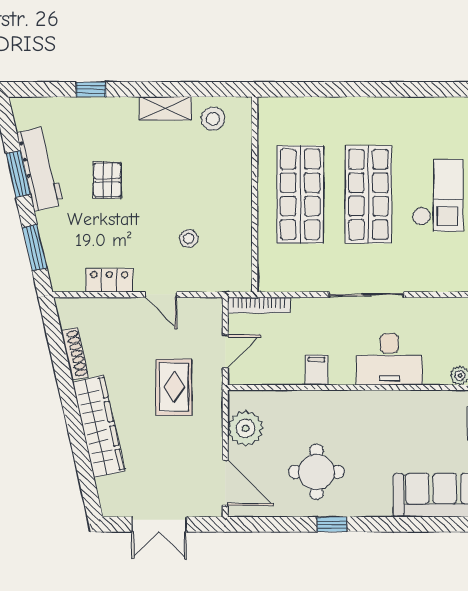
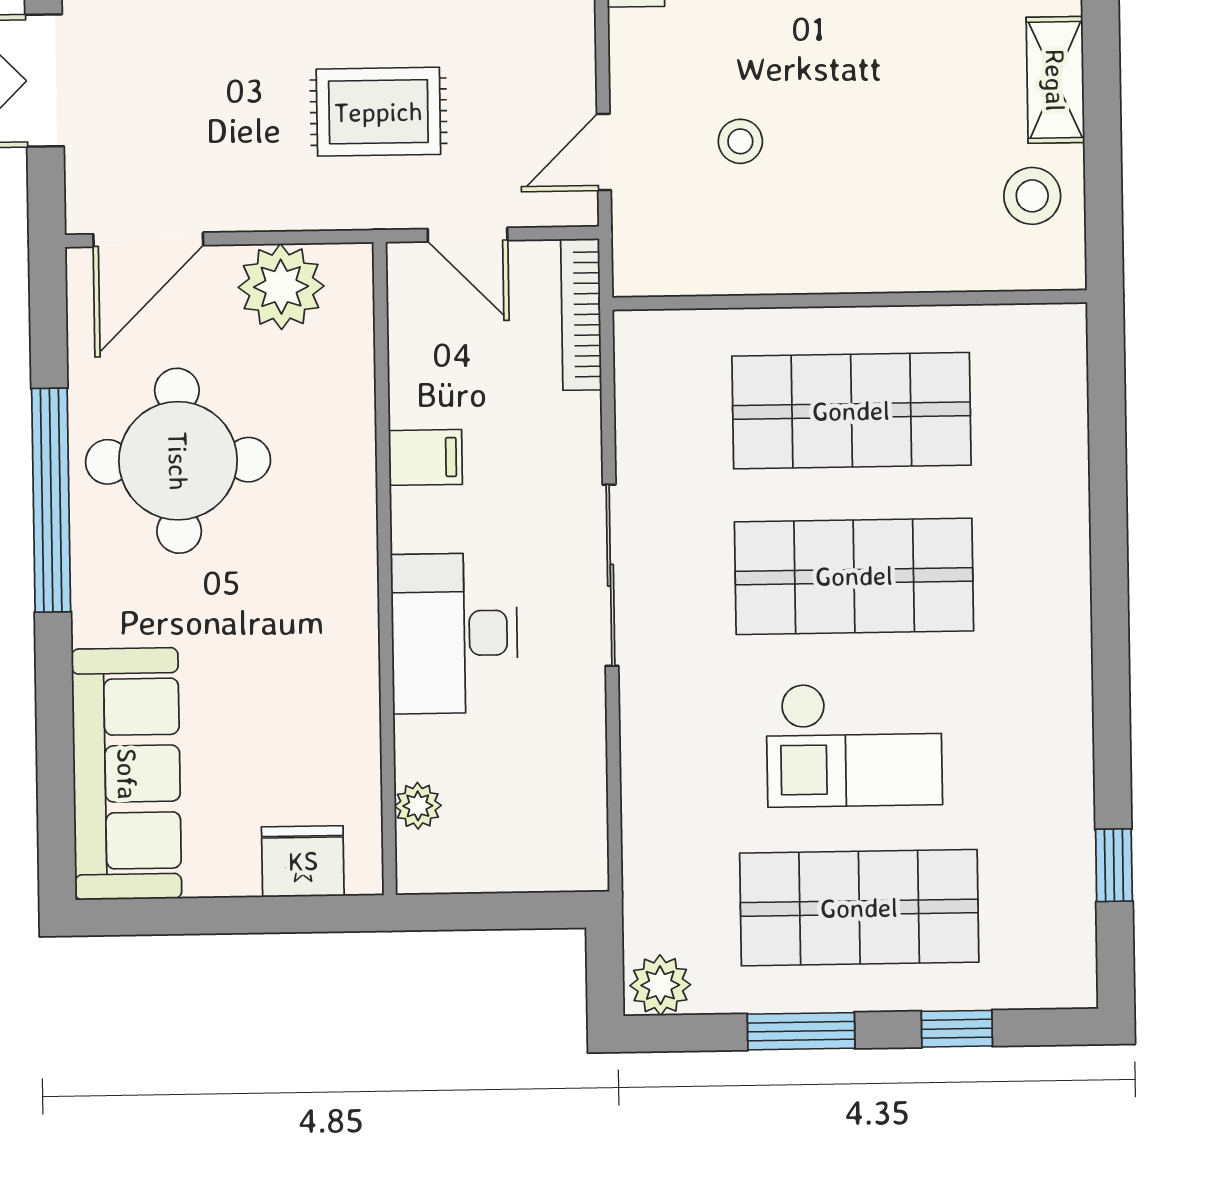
door: (161, 295) -> (604, 152), moved
round table: (316, 472) -> (178, 461), width x1.36, depth x1.36
window: (332, 524) -> (51, 500), width x3.17

